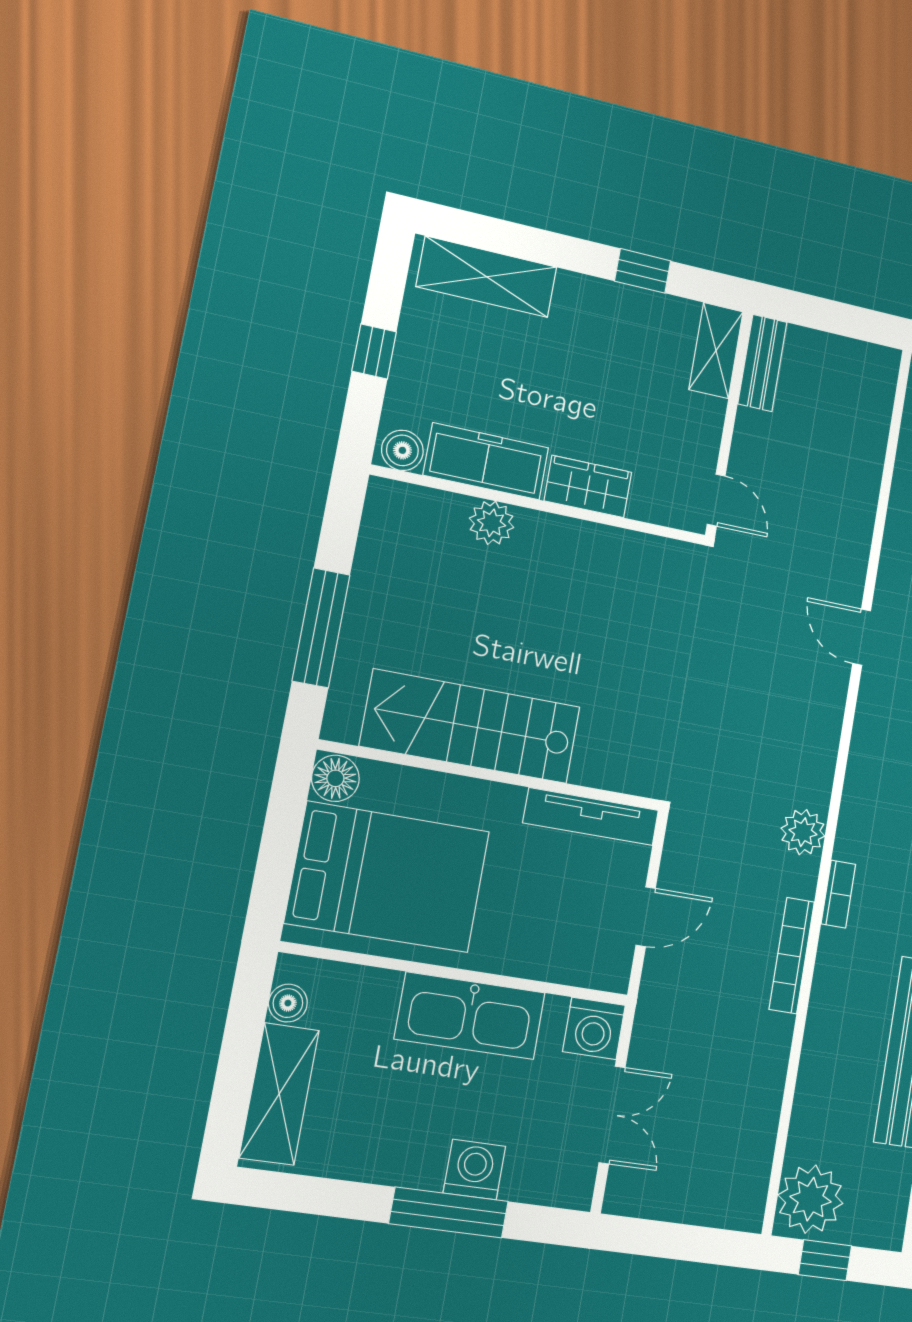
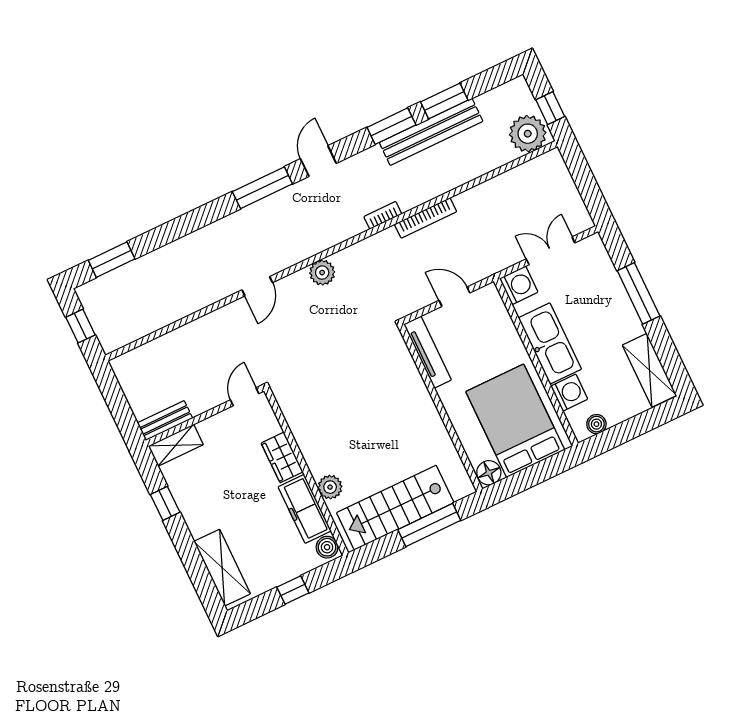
stairs: (471, 726) -> (395, 508), moved, turned 90
plant: (803, 832) -> (322, 273), moved
shelving: (279, 1094) -> (649, 370), moved, turned 90
washing machine: (474, 1170) -> (569, 393), moved, turned 180

